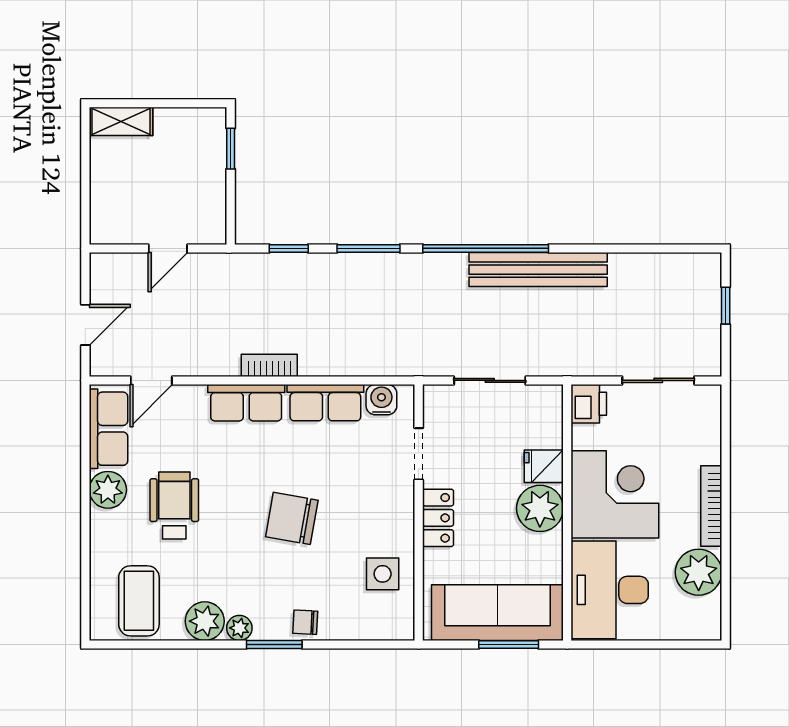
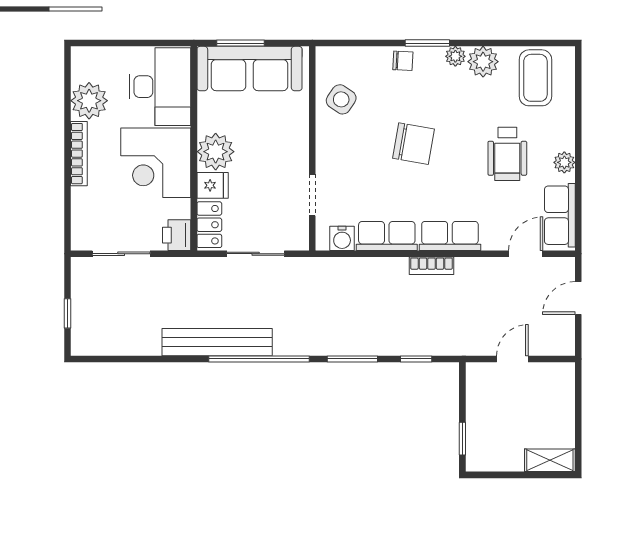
plant: (108, 490) -> (564, 162), width x0.73, depth x0.73
locker: (438, 518) -> (209, 225), moved, turned 180
side table: (383, 574) -> (341, 99), turned 34

